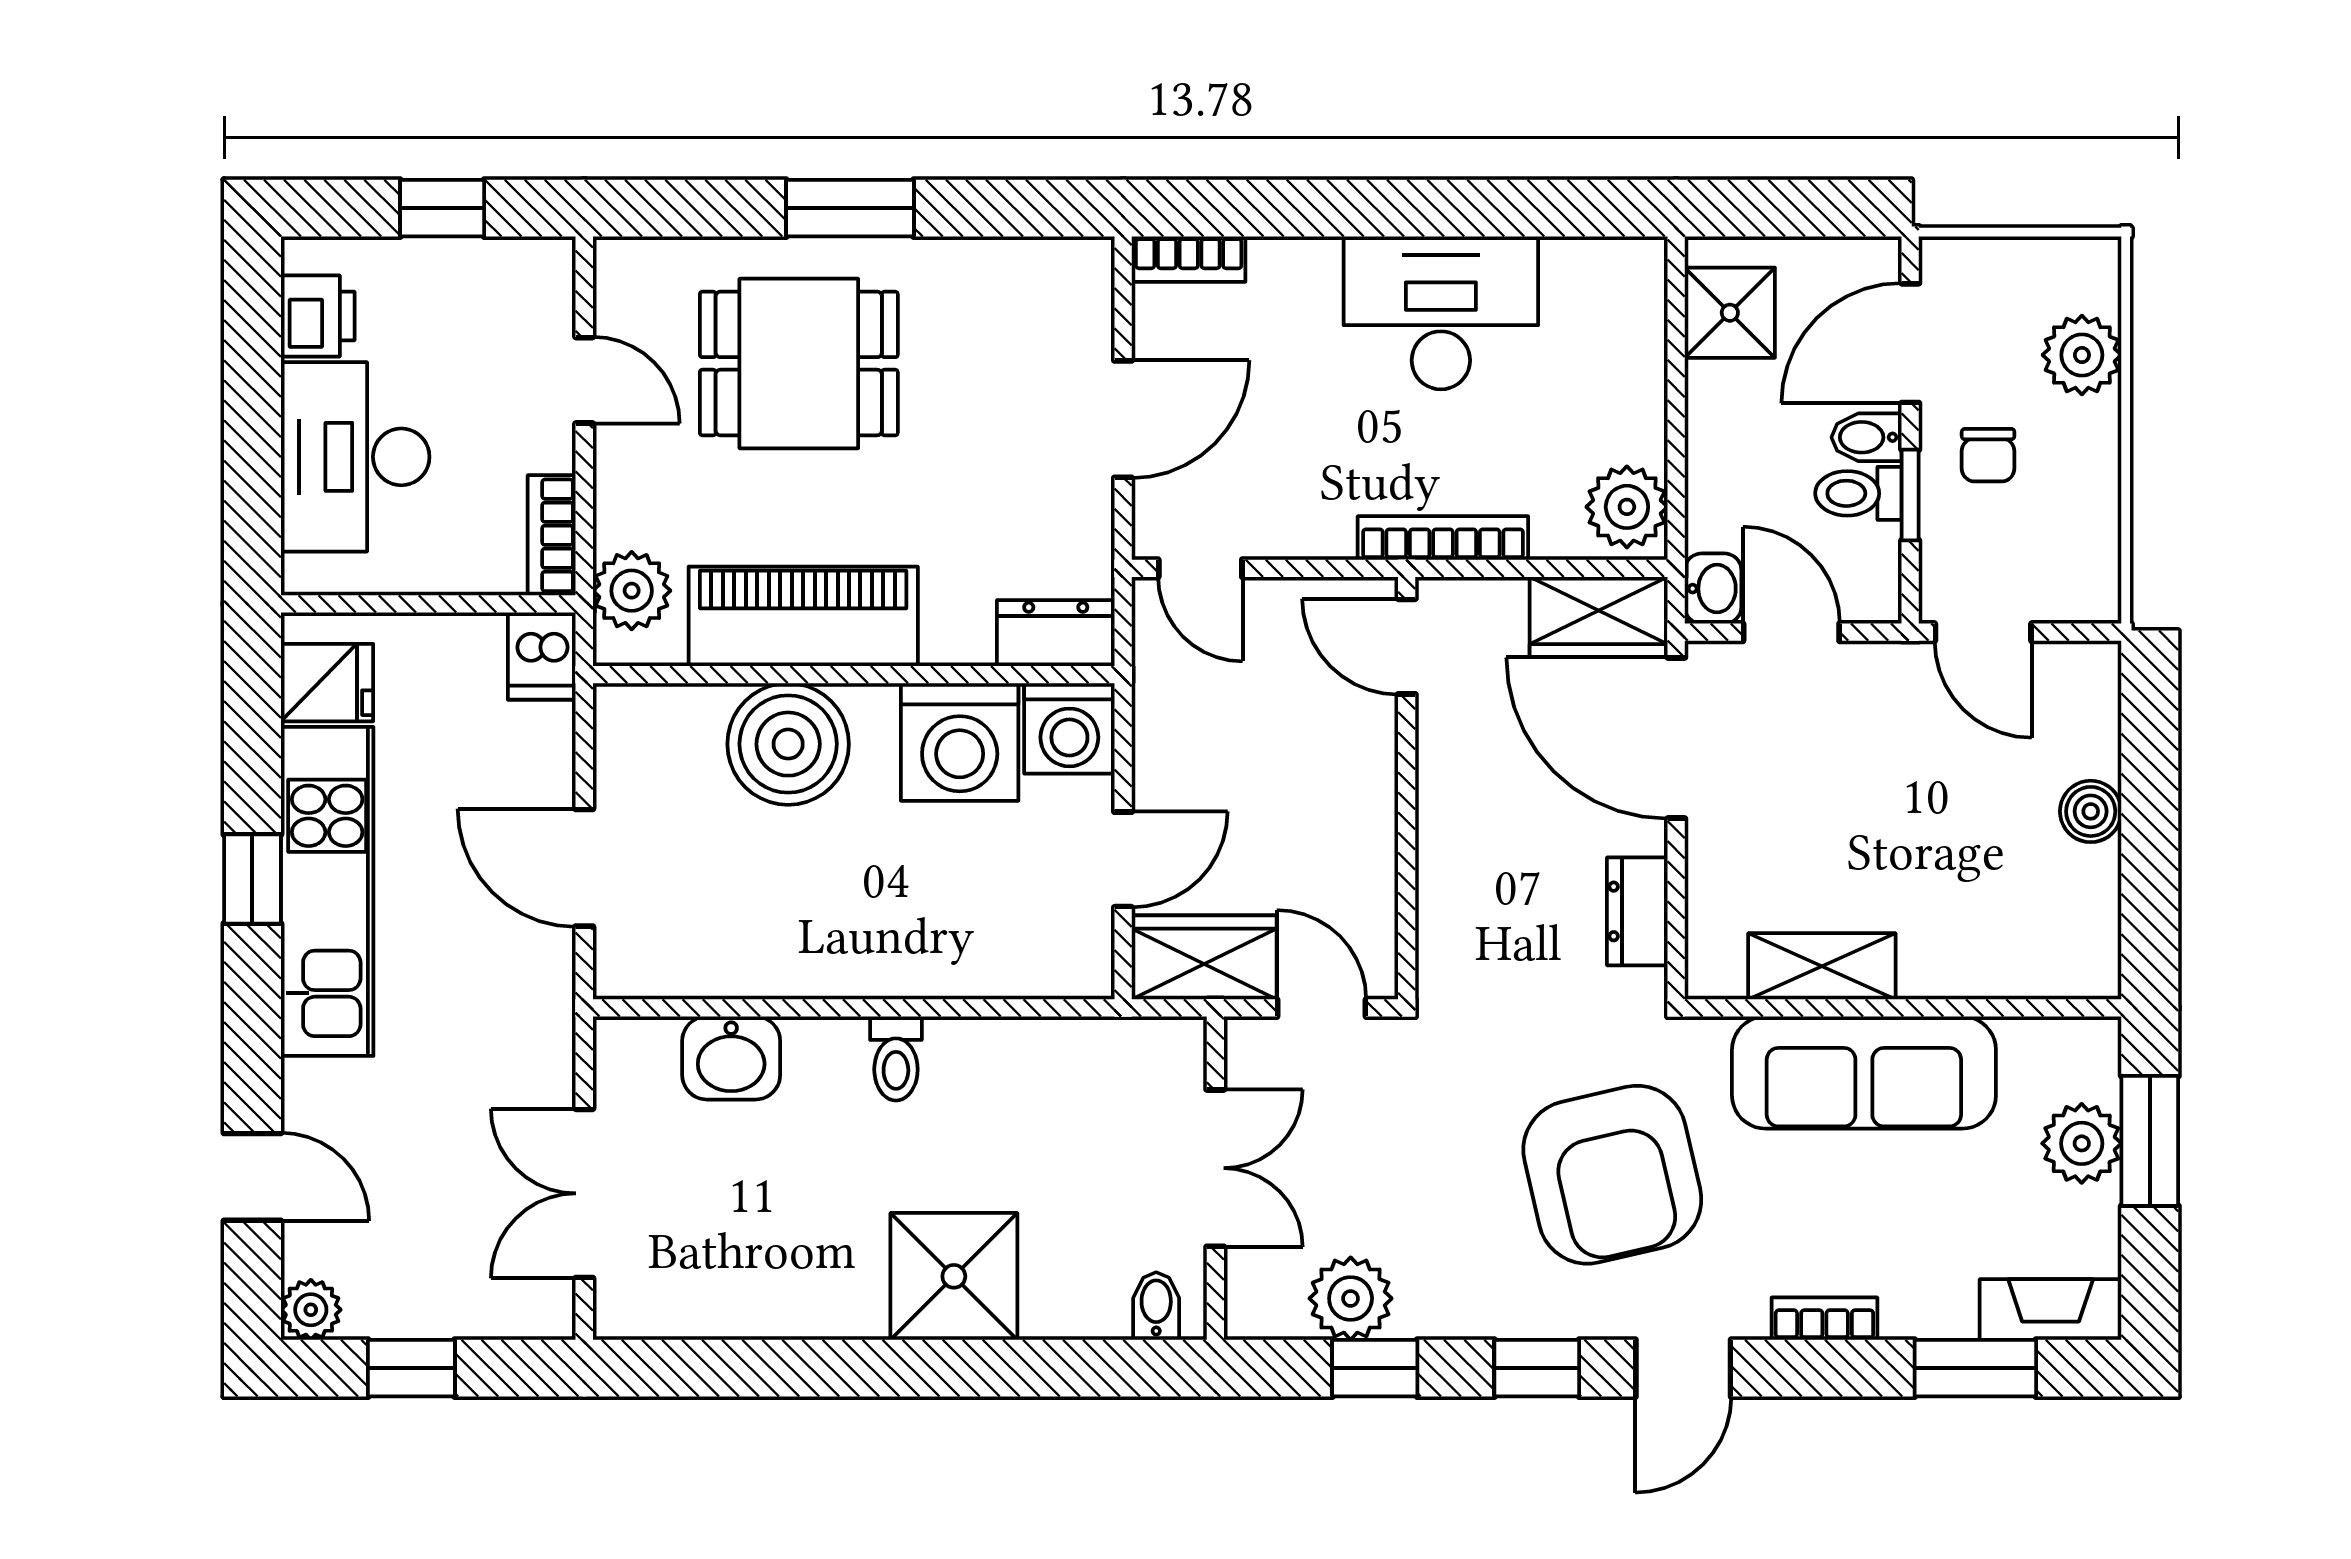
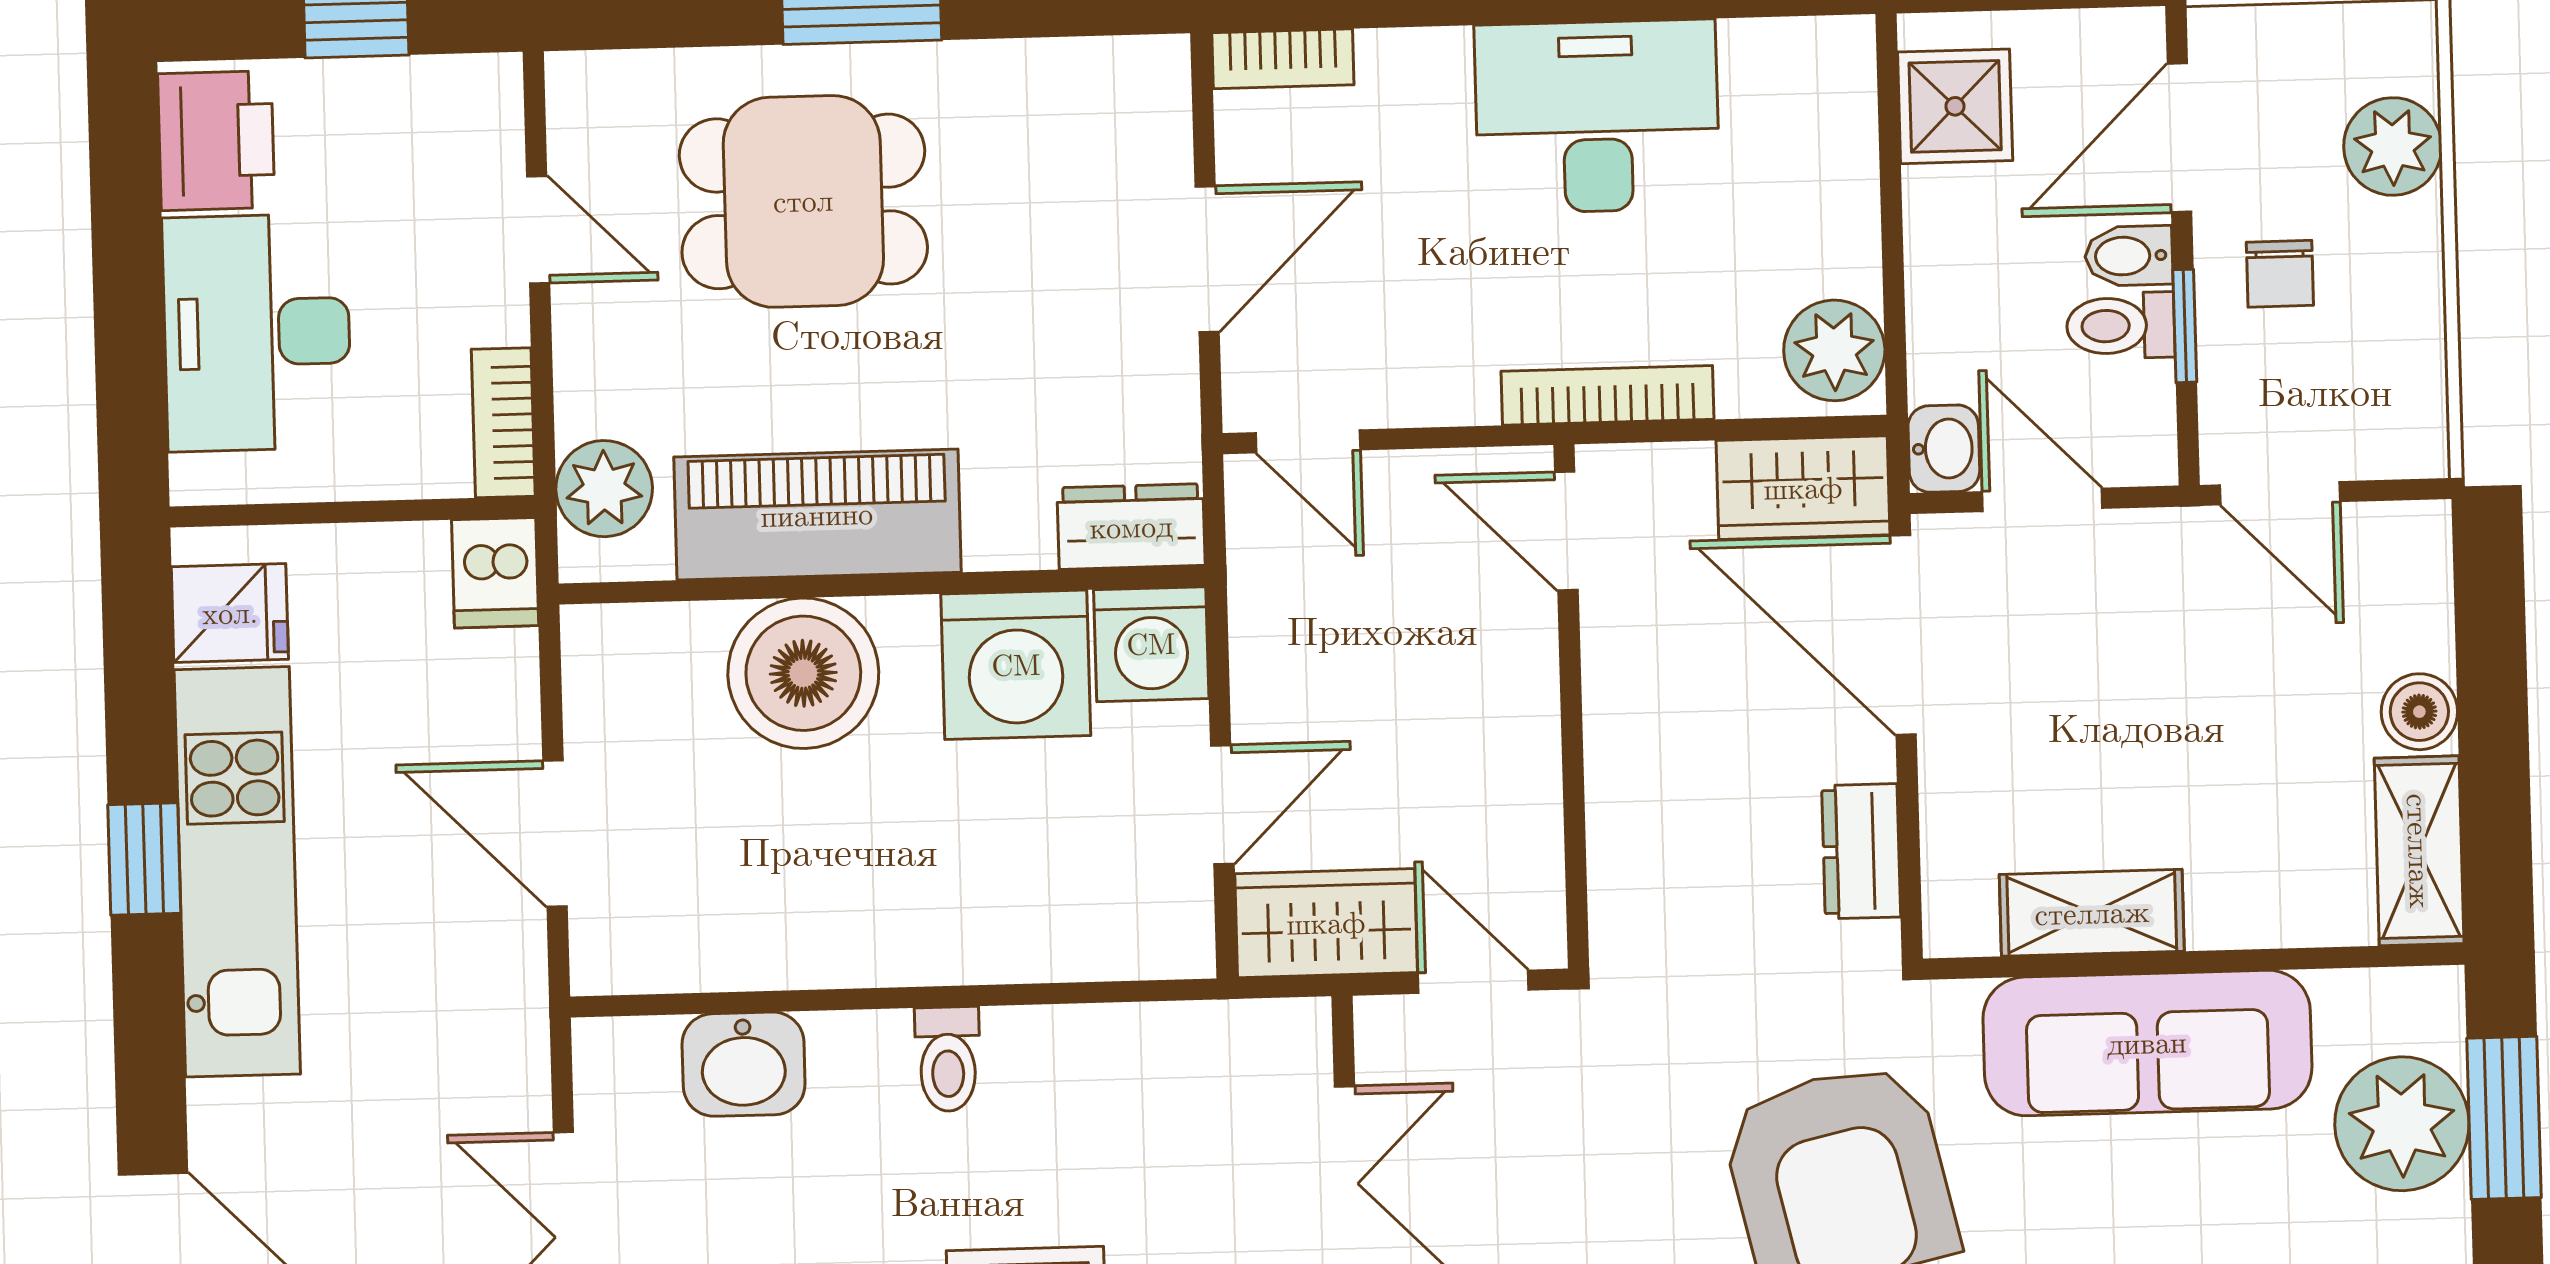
printer: (318, 316) -> (216, 141), width x1.36, depth x1.24
shelving: (2087, 924) -> (2419, 851), added
plant: (2082, 1143) -> (2402, 1124), width x1.36, depth x1.36

